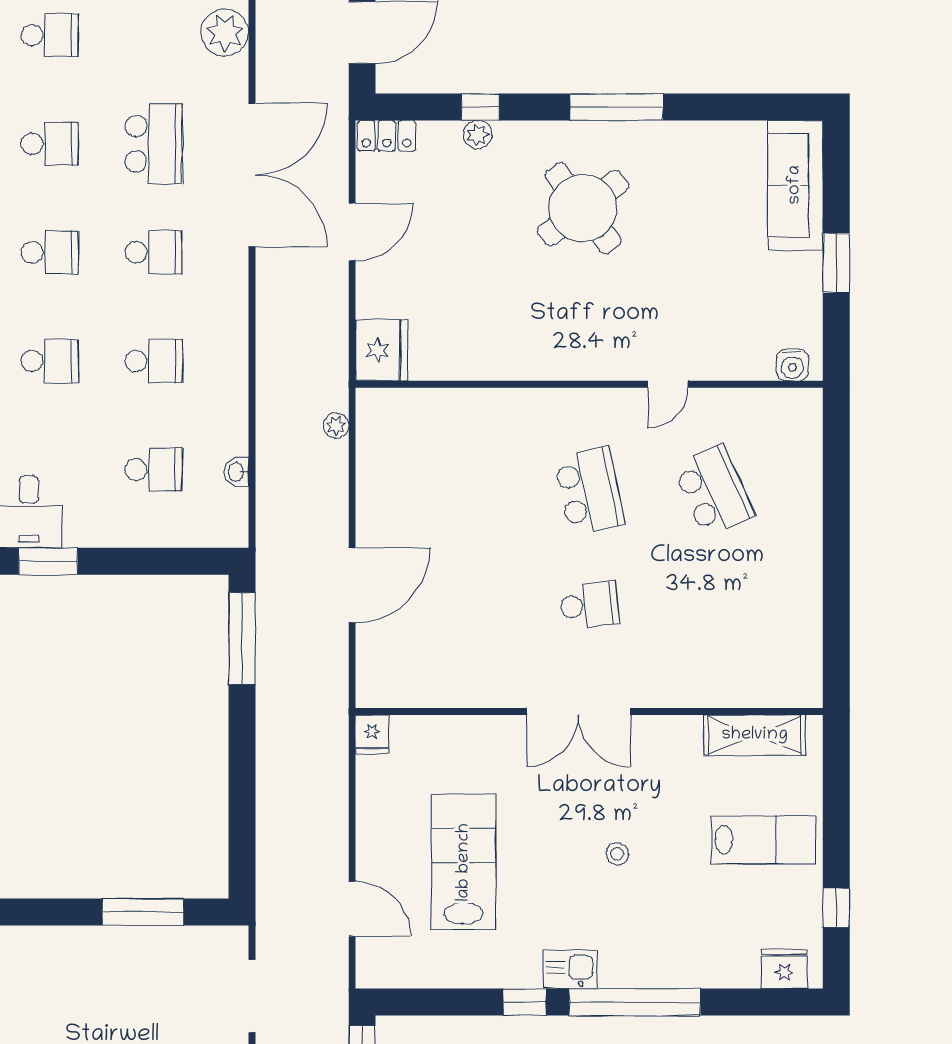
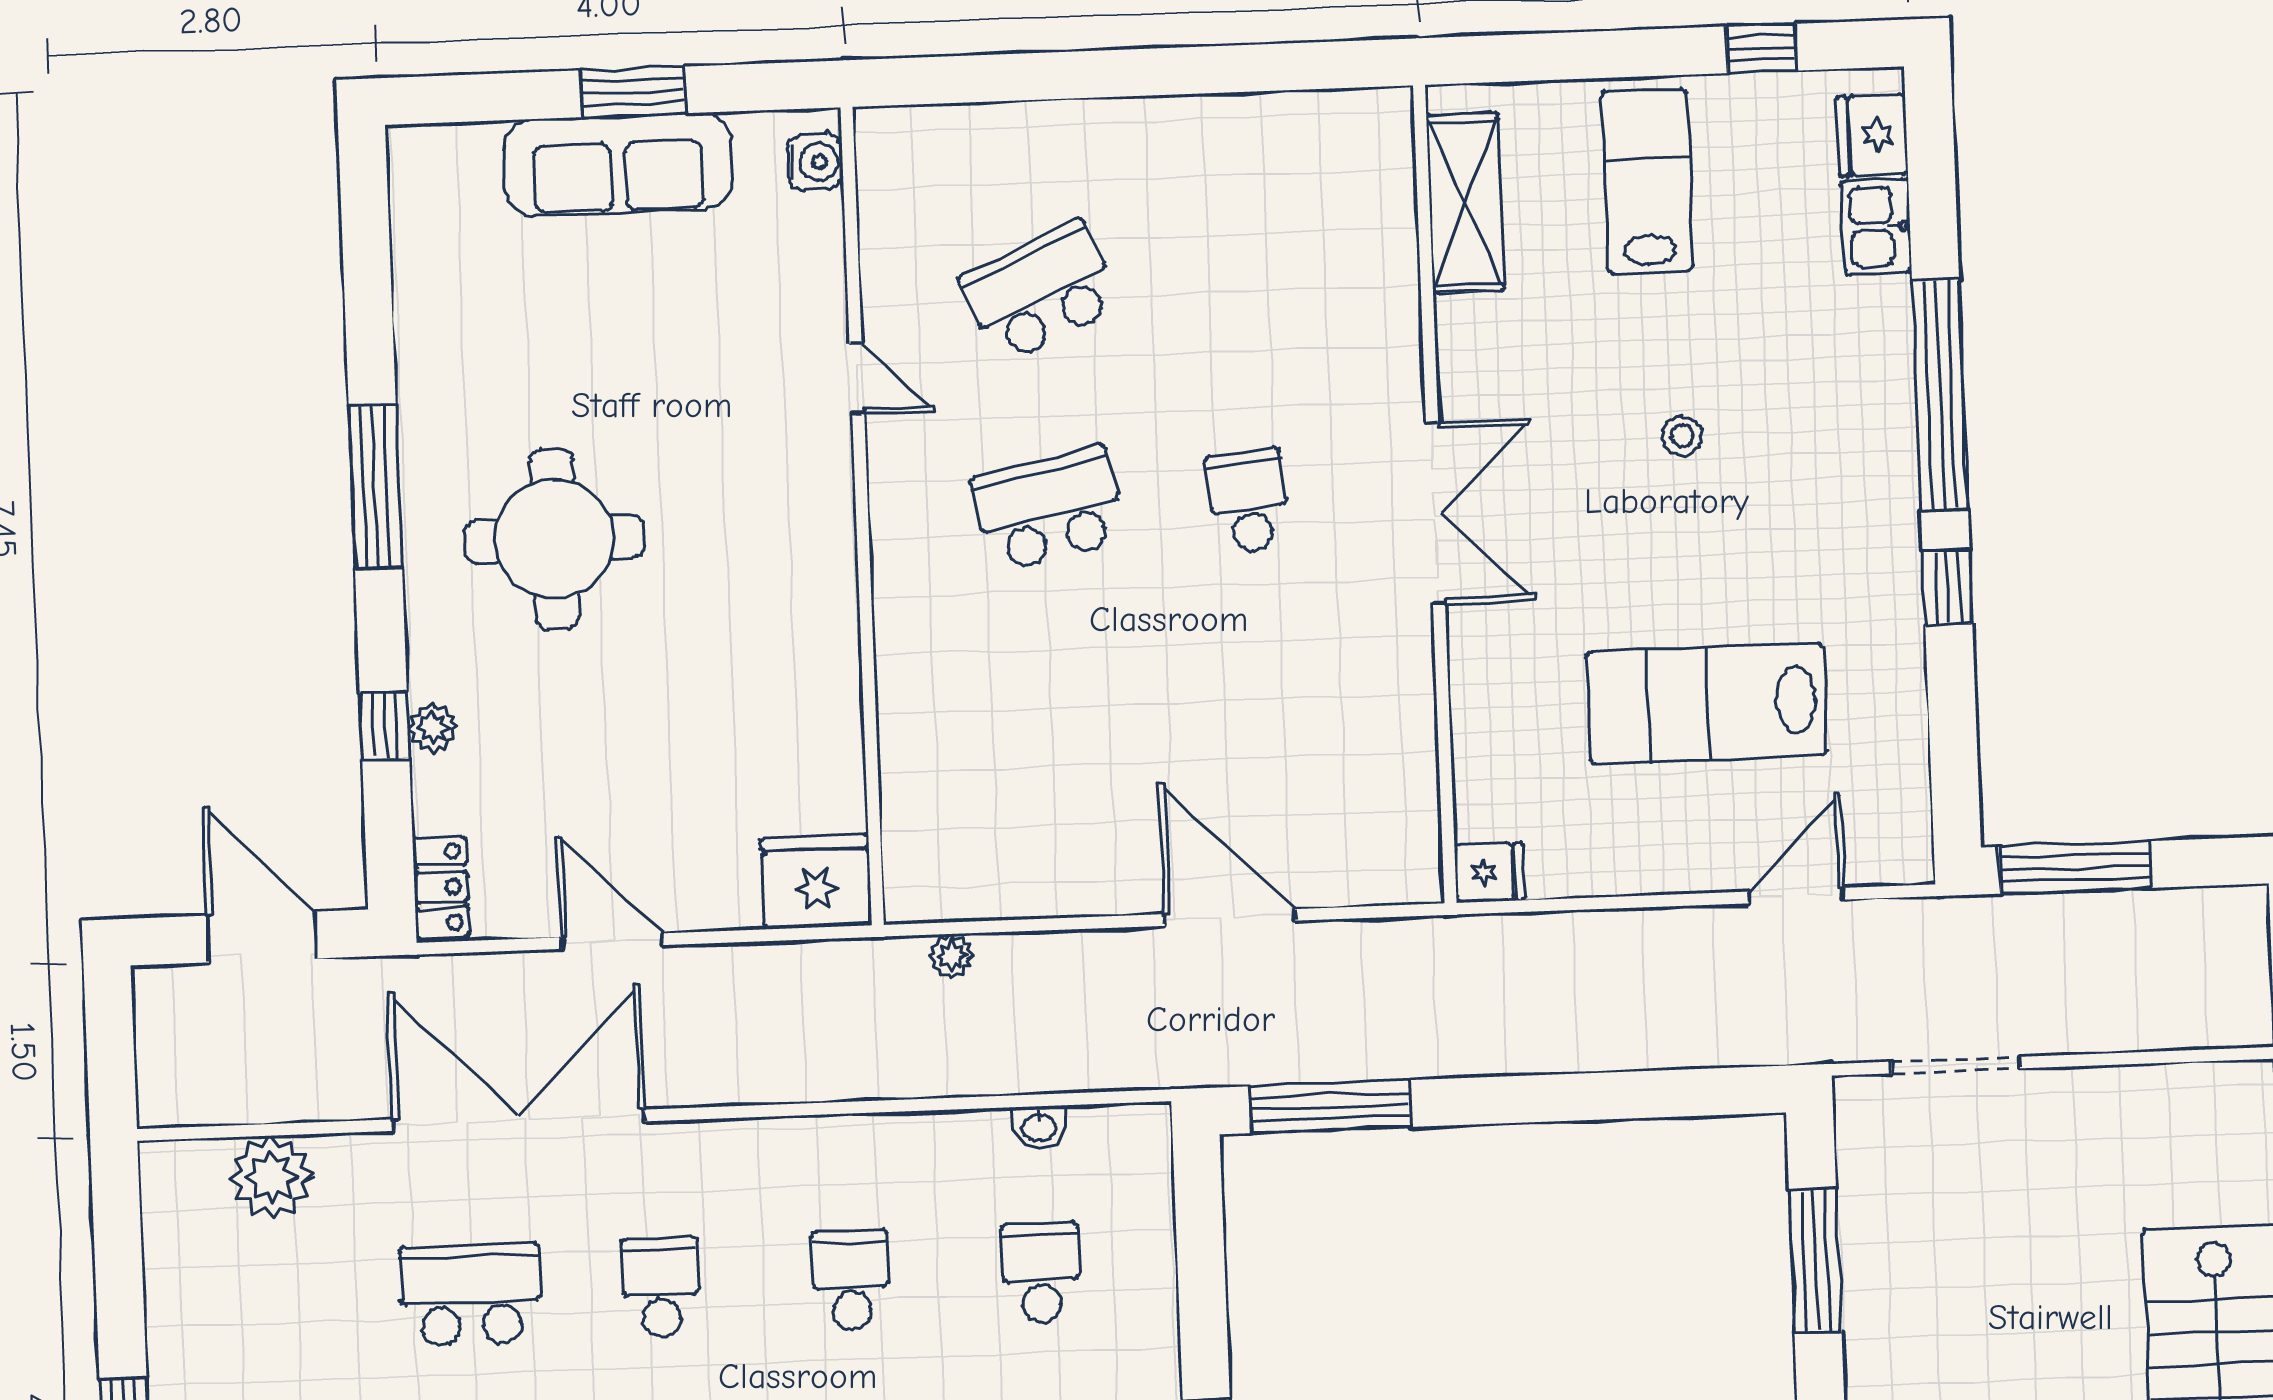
sofa: (795, 185) -> (618, 164), moved
round table: (583, 208) -> (554, 539), turned 37
kitchen sink: (570, 969) -> (1876, 227), moved

